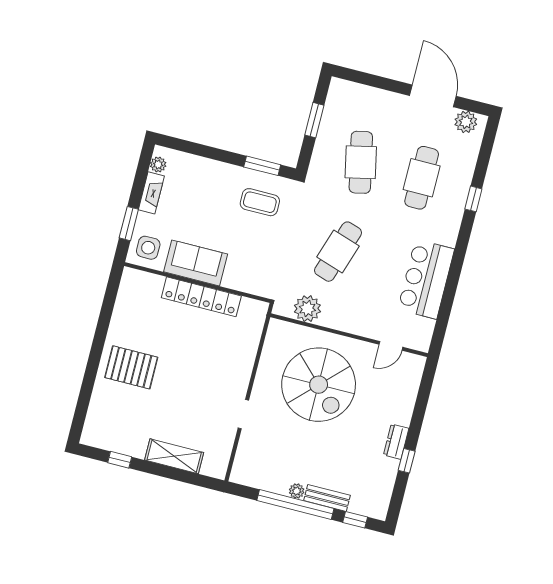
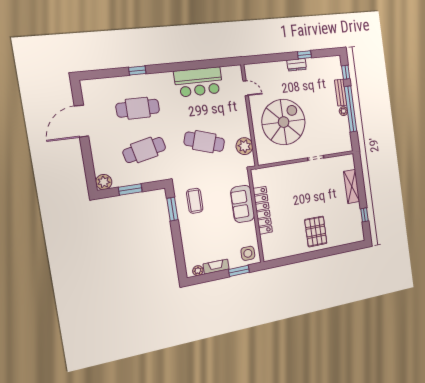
plant: (466, 122) -> (104, 182), moved
sofa: (196, 263) -> (243, 204), moved

